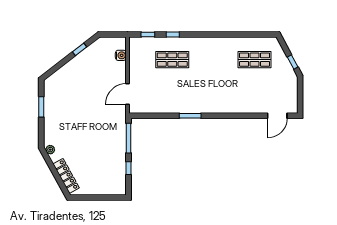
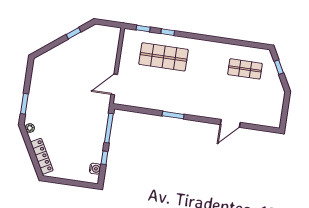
water cooler: (121, 55) -> (95, 169), moved
shop shelf: (172, 60) -> (164, 57), width x1.43, depth x1.36
window: (293, 62) -> (279, 67), moved
window: (41, 107) -> (24, 104), moved
door: (277, 116) -> (230, 123), moved

